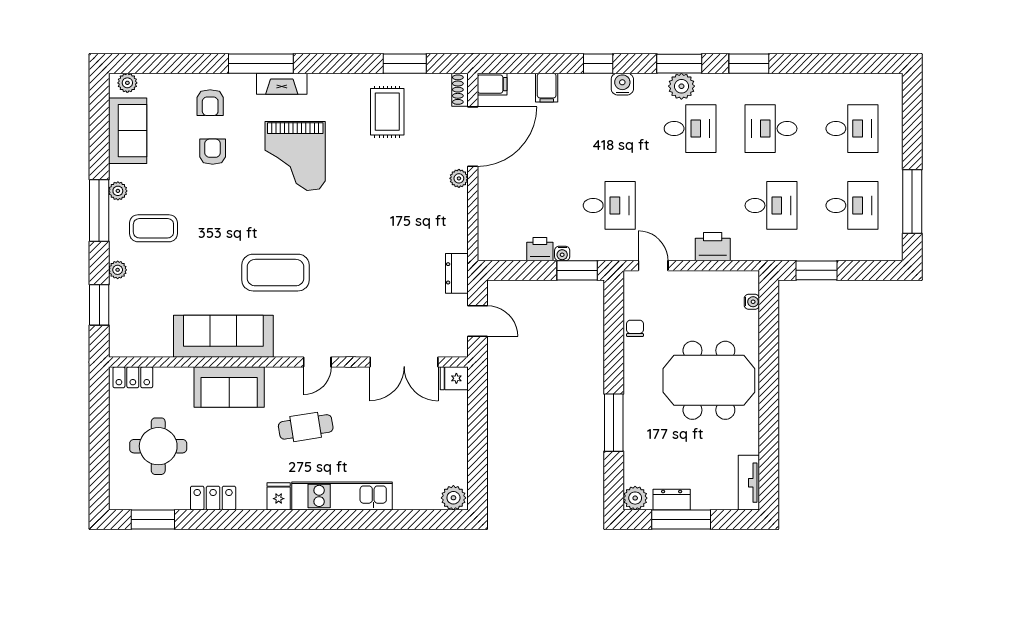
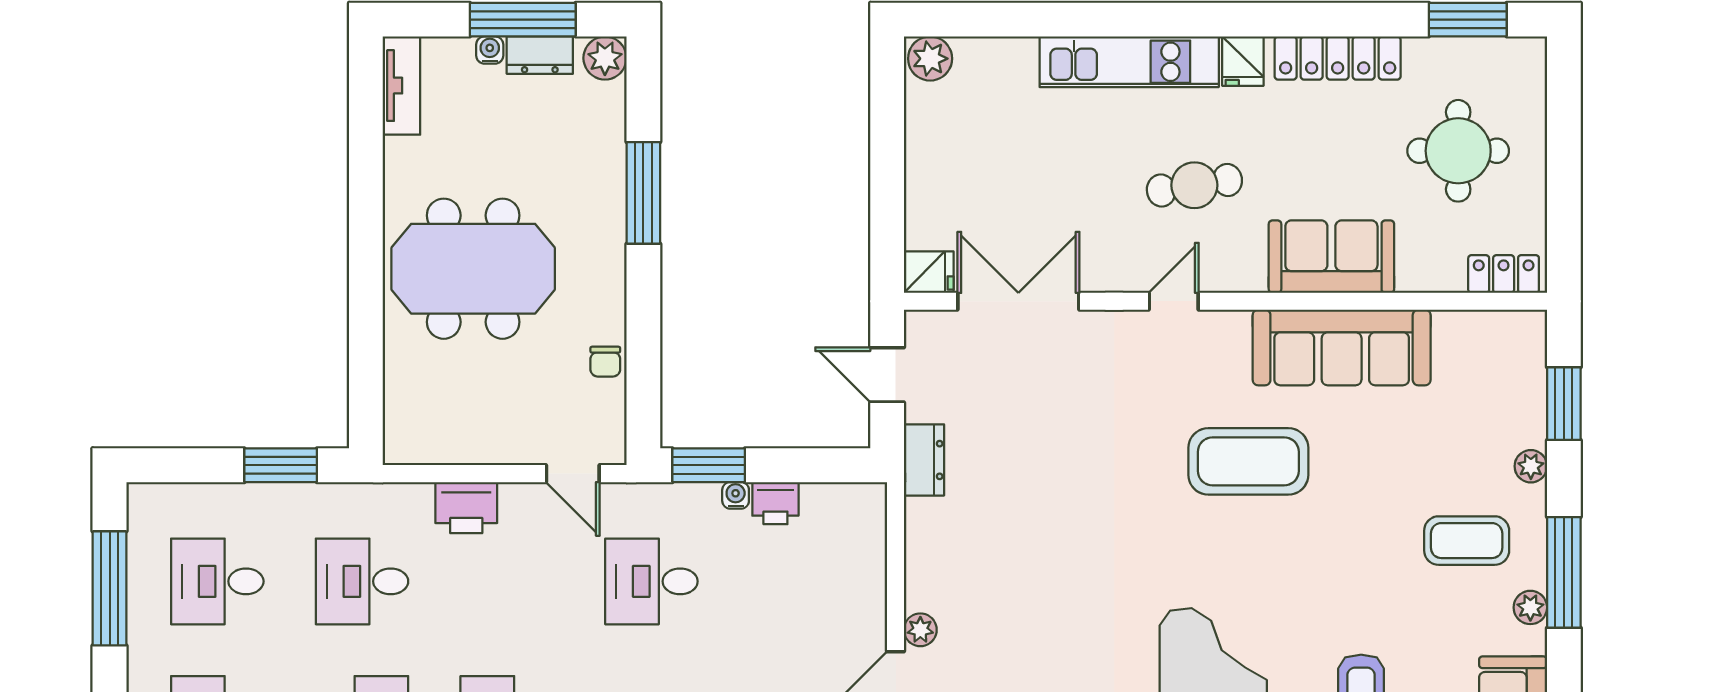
water cooler: (752, 302) -> (490, 50), moved, turned 90
locker: (213, 498) -> (1338, 58), width x1.53

